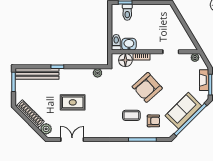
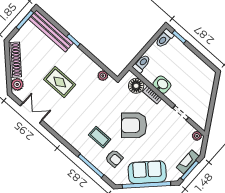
toilet: (127, 12) -> (164, 38), moved
washbasin: (129, 44) -> (162, 85), moved

